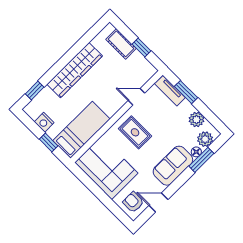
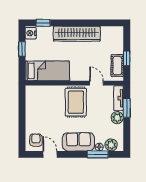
cot: (121, 44) -> (117, 66), moved
plant: (196, 120) -> (117, 118), moved
nightstand: (44, 122) -> (31, 33), moved
rug: (135, 132) -> (76, 102), width x1.36, depth x1.43
window: (49, 143) -> (22, 49), moved
corner sofa: (106, 168) -> (40, 106), removed

